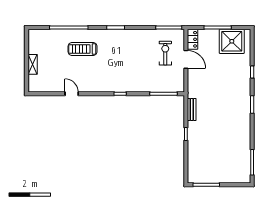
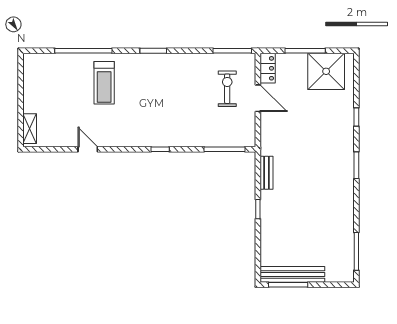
treadmill: (83, 49) -> (104, 83), turned -90
shelving: (33, 64) -> (30, 129), moved
bench: (209, 178) -> (292, 274), added

